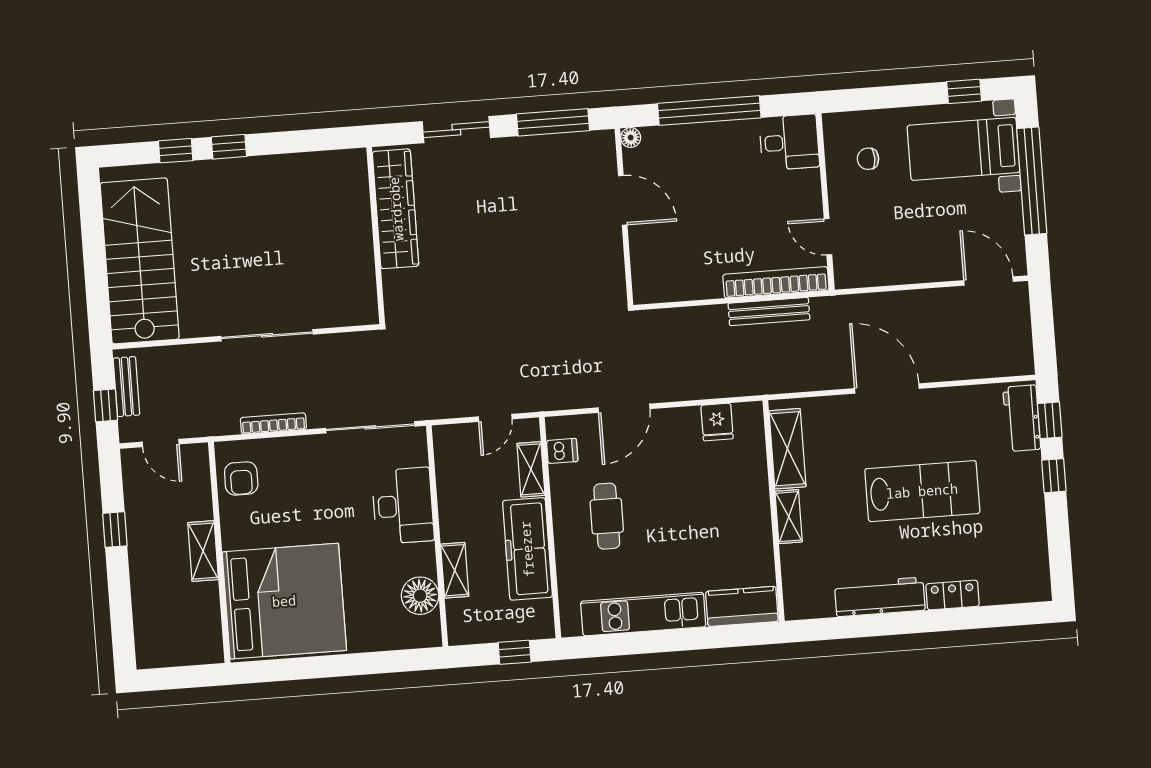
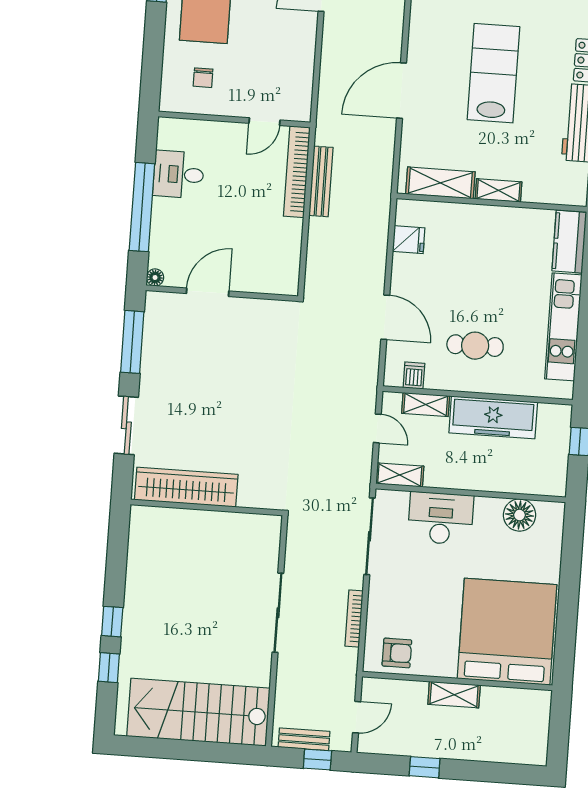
desk: (789, 142) -> (179, 174), moved, turned -90
shelving: (455, 570) -> (400, 475), moved

